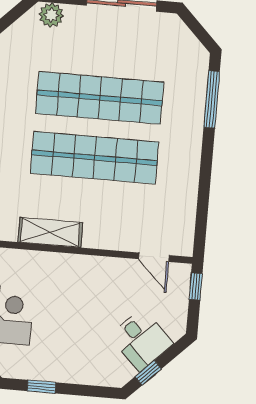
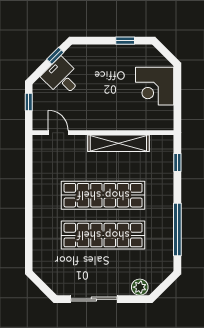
window: (212, 99) -> (29, 240), removed
shelving: (50, 232) -> (118, 143), width x1.47
window: (196, 287) -> (29, 102), moved

